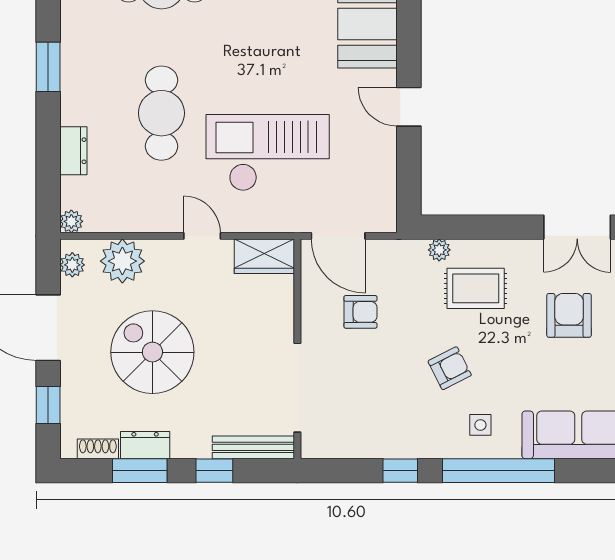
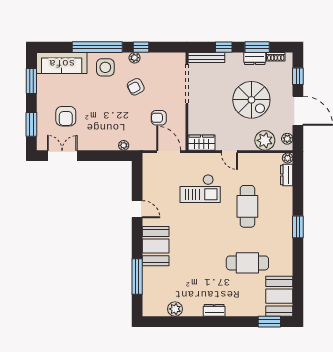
dresser: (73, 151) -> (287, 175), moved
checkout: (268, 153) -> (200, 189), width x0.73, depth x0.83
rug: (476, 288) -> (107, 128), removed
armchair: (450, 368) -> (136, 87), moved
side table: (480, 425) -> (105, 67), width x1.87, depth x1.87
plant: (415, 447) -> (135, 58), added

